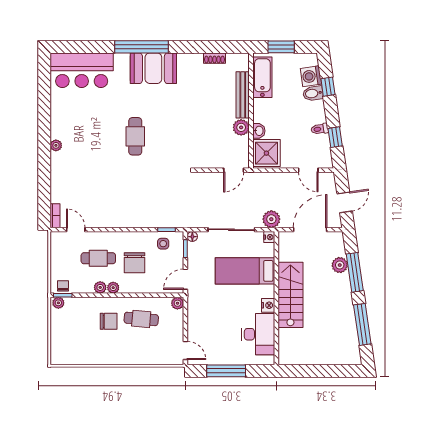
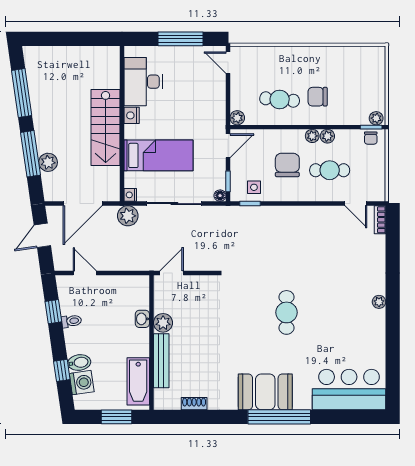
shower: (266, 153) -> (134, 293), removed

